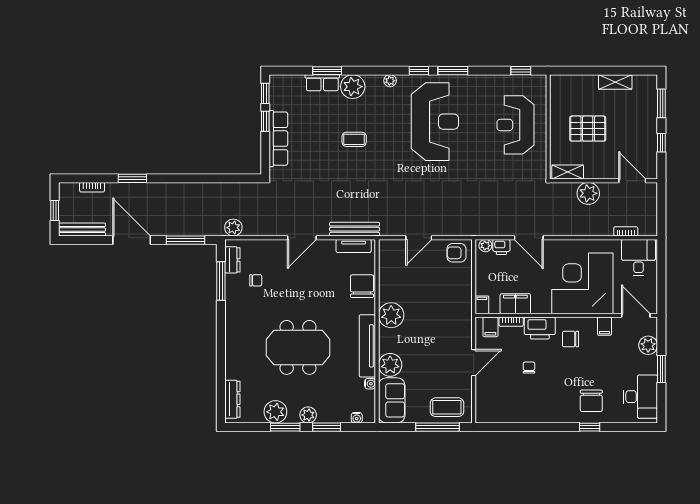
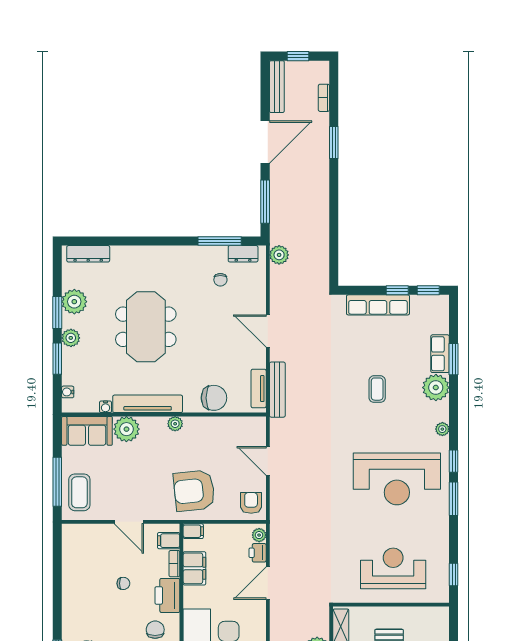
armchair: (445, 304) -> (194, 491), added
plant: (391, 315) -> (175, 424), width x0.53, depth x0.53

